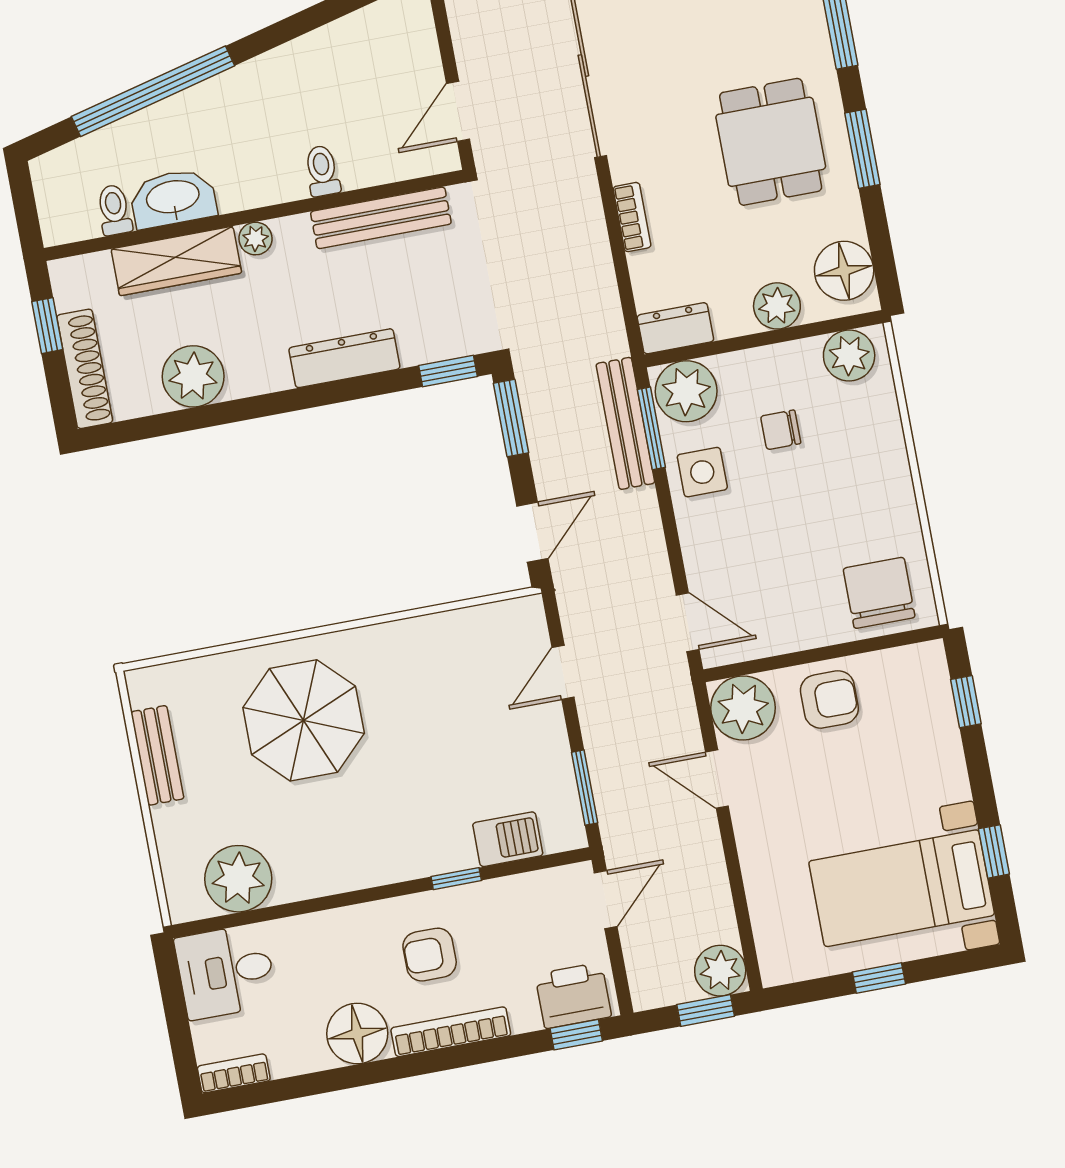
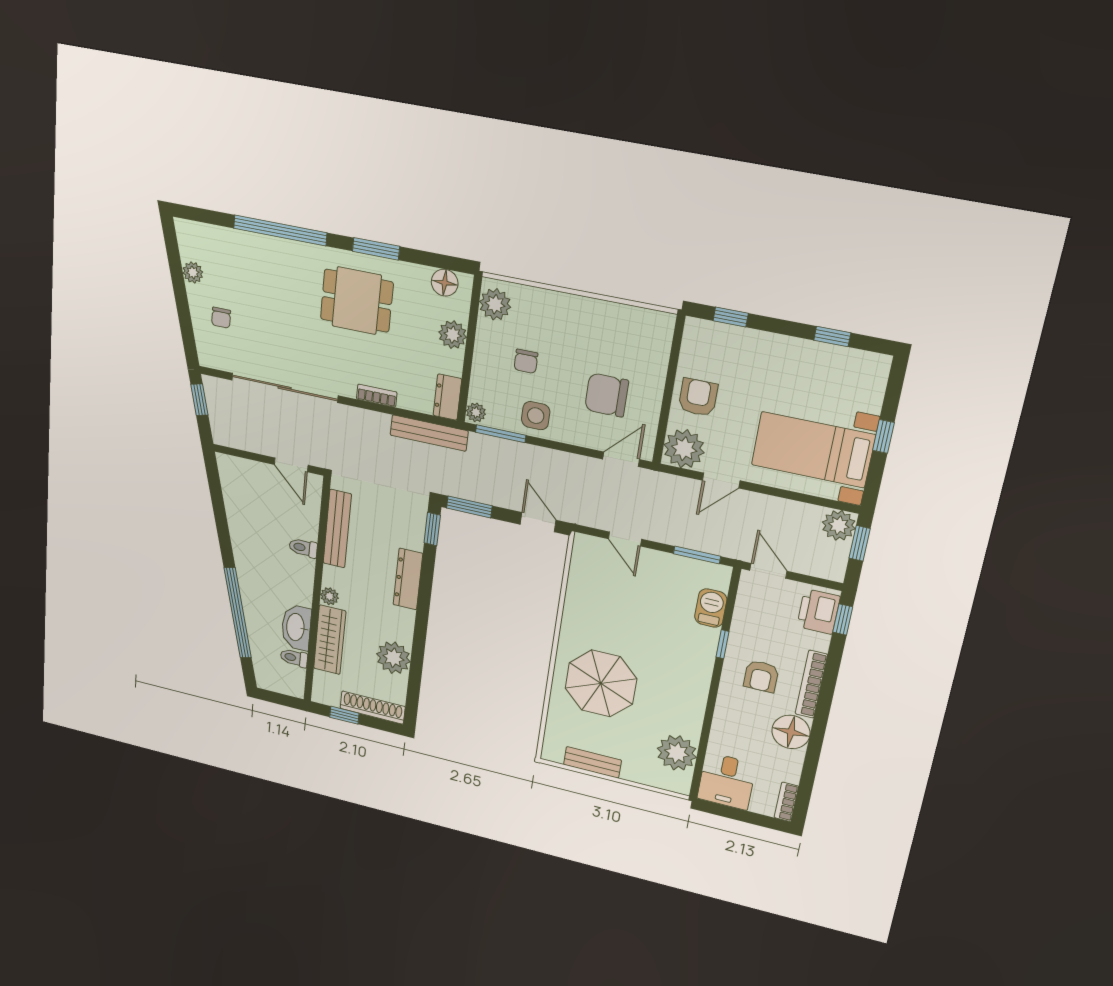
floor lamp: (844, 271) -> (445, 283), width x0.73, depth x0.73
plant: (686, 391) -> (476, 412), width x0.53, depth x0.53
bench: (625, 423) -> (429, 433), moved
chair: (879, 593) -> (607, 395), moved
bed with nightstands: (902, 888) -> (813, 450), moved, turned 90

